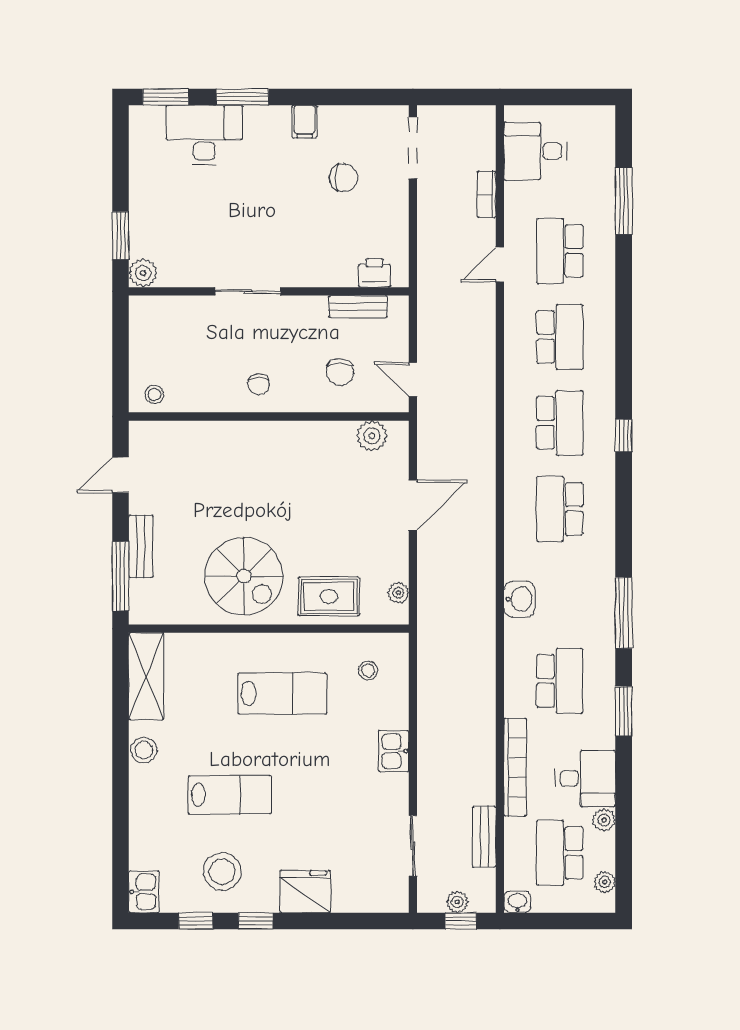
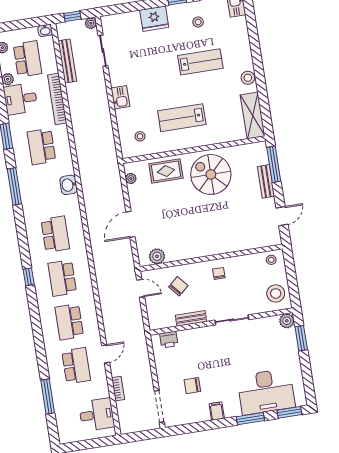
desk: (204, 135) -> (266, 392), width x1.36, depth x1.30
bench: (358, 307) -> (191, 318), moved
stool: (156, 329) -> (276, 293), added
chair: (340, 372) -> (178, 286), turned 49
lab bench: (230, 795) -> (200, 62), turned 180
bench: (484, 837) -> (67, 61), width x1.36
stool: (222, 872) -> (198, 22), width x0.53, depth x0.53
plant: (457, 902) -> (91, 23), moved

